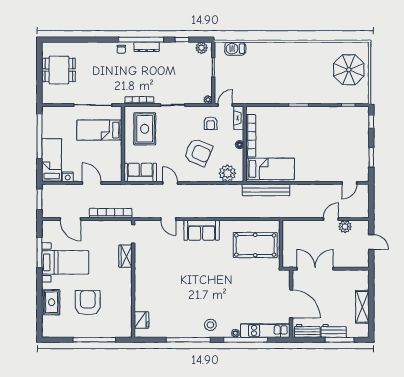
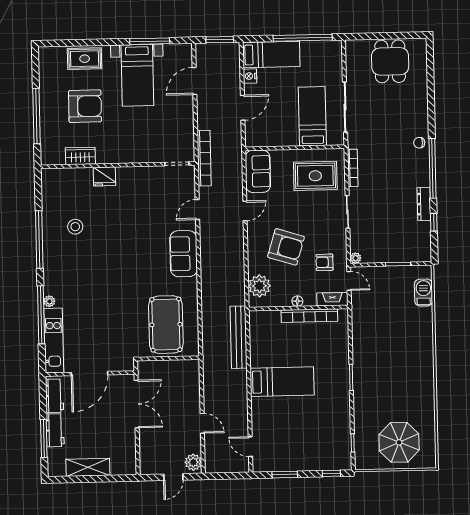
dresser: (147, 47) -> (424, 204), moved
plant: (202, 48) -> (424, 248), removed
armchair: (198, 152) -> (286, 247), turned -96
bed: (270, 169) -> (282, 382), moved, turned -90
bookcase: (111, 213) -> (204, 158), moved
plant: (345, 227) -> (193, 462), moved
wardrobe: (126, 256) -> (80, 156), moved
fridge: (141, 320) -> (104, 176), moved
stool: (210, 325) -> (75, 227), moved

